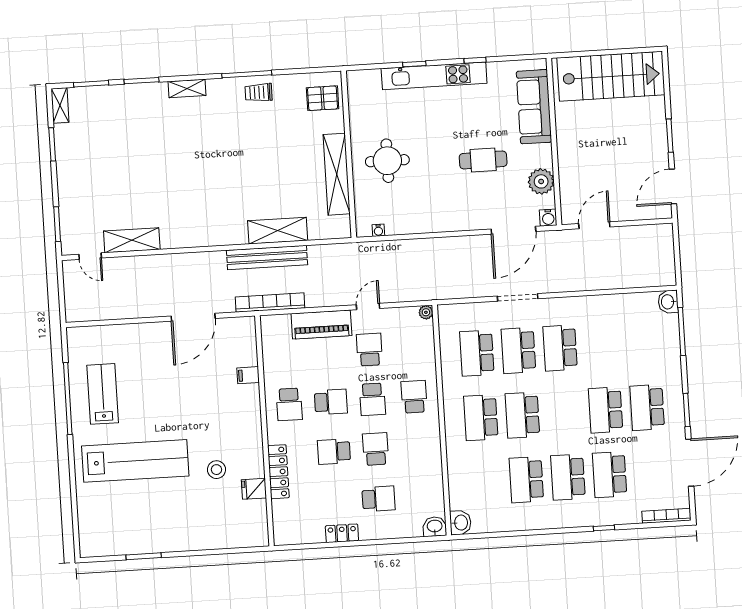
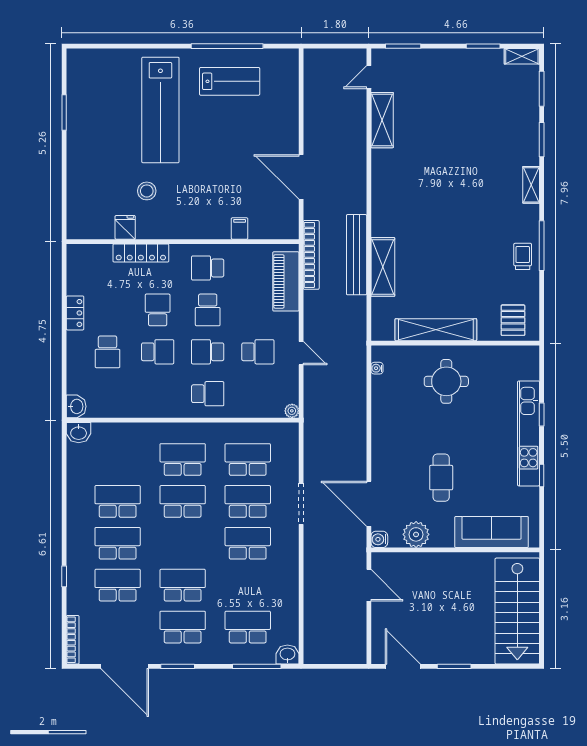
piano: (321, 325) -> (286, 281), moved
school desk: (643, 343) -> (248, 627), added

